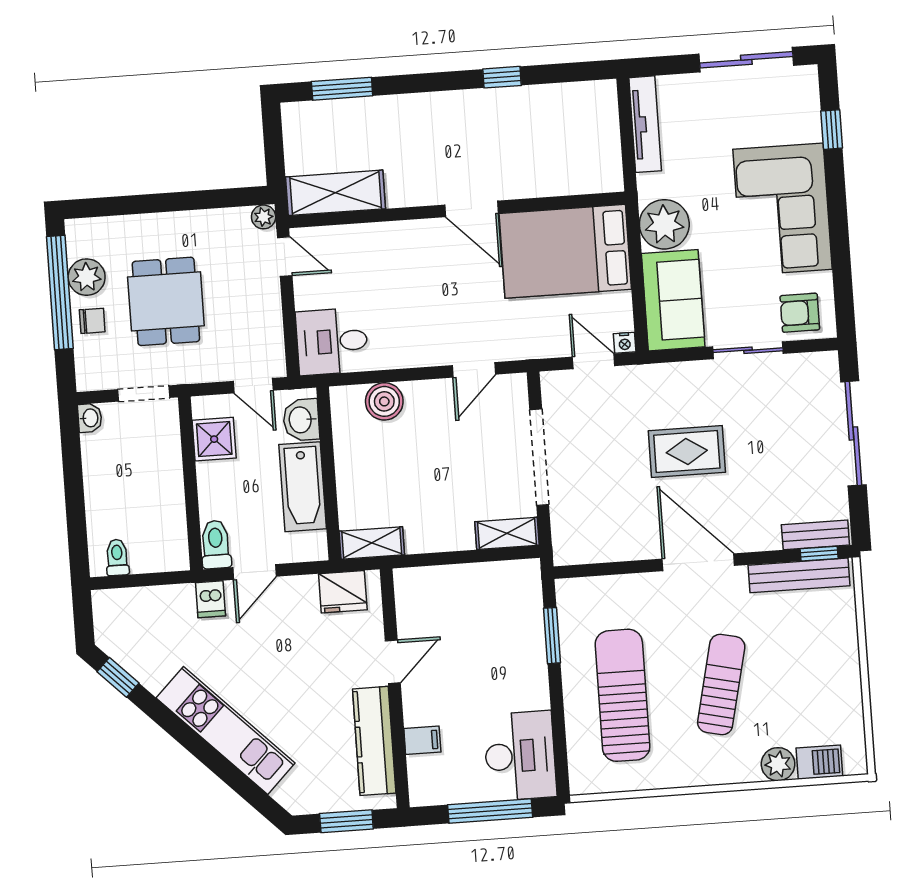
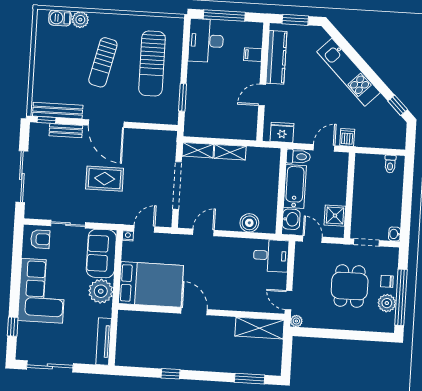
door: (594, 361) -> (144, 229), swing flipped
bench: (815, 535) -> (66, 131), moved
shelving: (372, 543) -> (230, 152), moved
toilet: (216, 544) -> (298, 157), moved, turned -90

